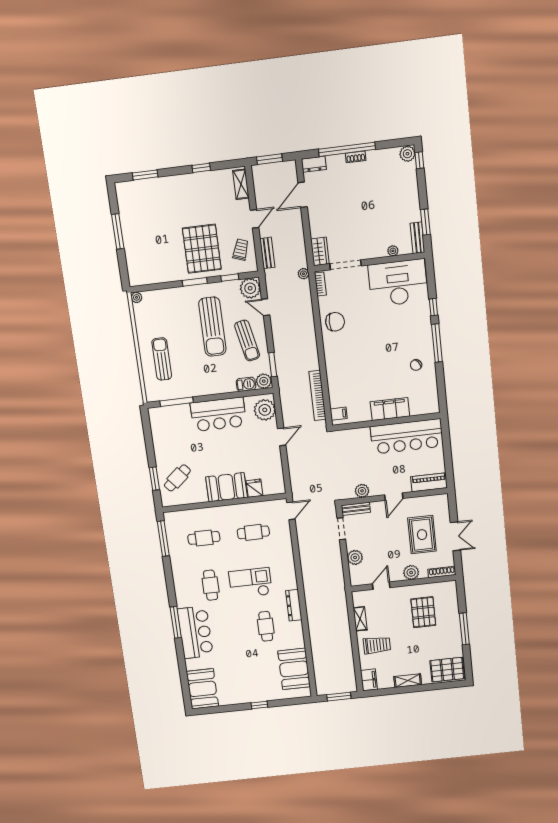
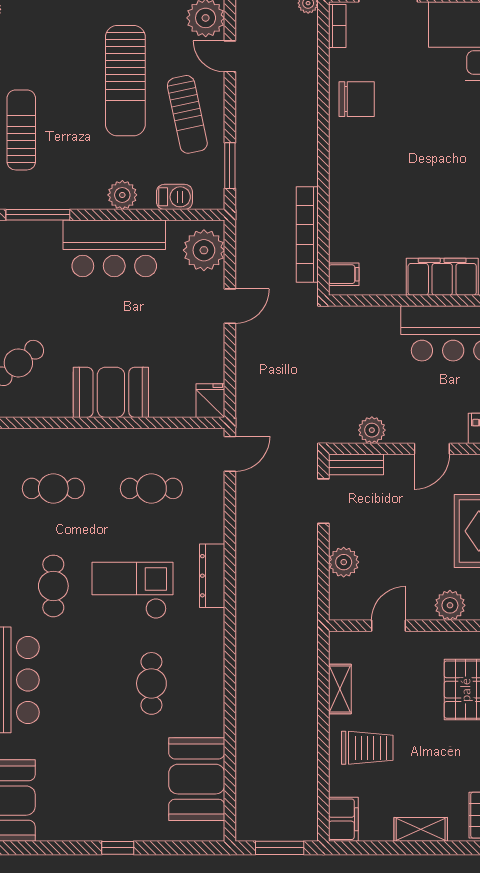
plant: (264, 381) -> (122, 195), moved
fridge: (254, 488) -> (210, 401), moved
dresser: (294, 605) -> (212, 576), moved

